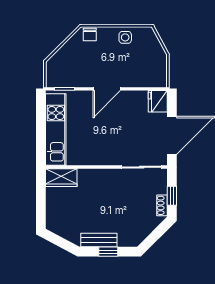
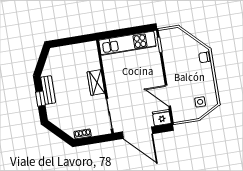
side table: (125, 37) -> (200, 102), moved
door: (107, 89) -> (168, 96), moved
wardrobe: (61, 178) -> (96, 83), moved
window: (172, 196) -> (91, 140), removed

